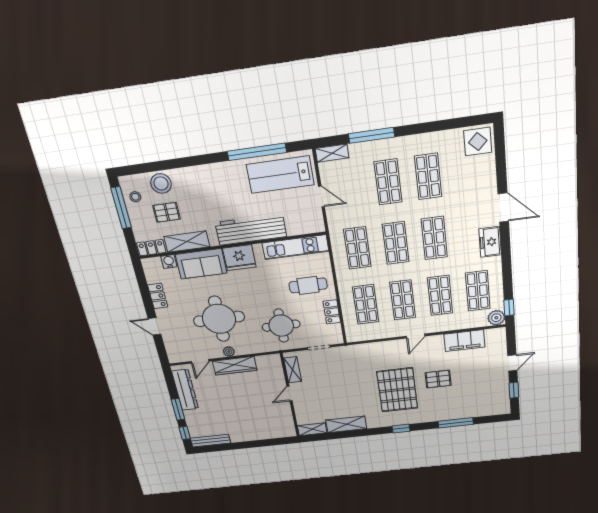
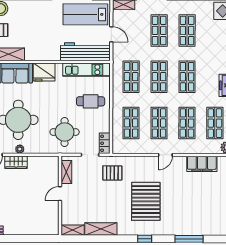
workbench: (251, 230) -> (85, 52), moved
locker: (332, 312) -> (105, 143), moved
wardrobe: (235, 366) -> (16, 162), width x0.67
pallet: (438, 379) -> (112, 173), moved

